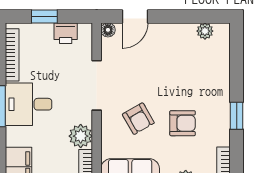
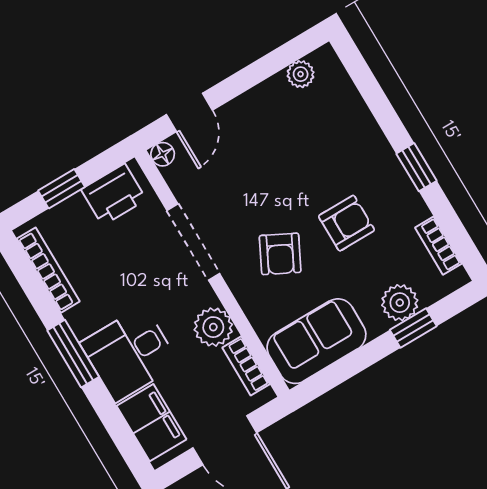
printer: (66, 33) -> (114, 195), width x1.36, depth x1.24
desk: (29, 104) -> (130, 354), moved
armchair: (138, 119) -> (280, 254), turned 57

